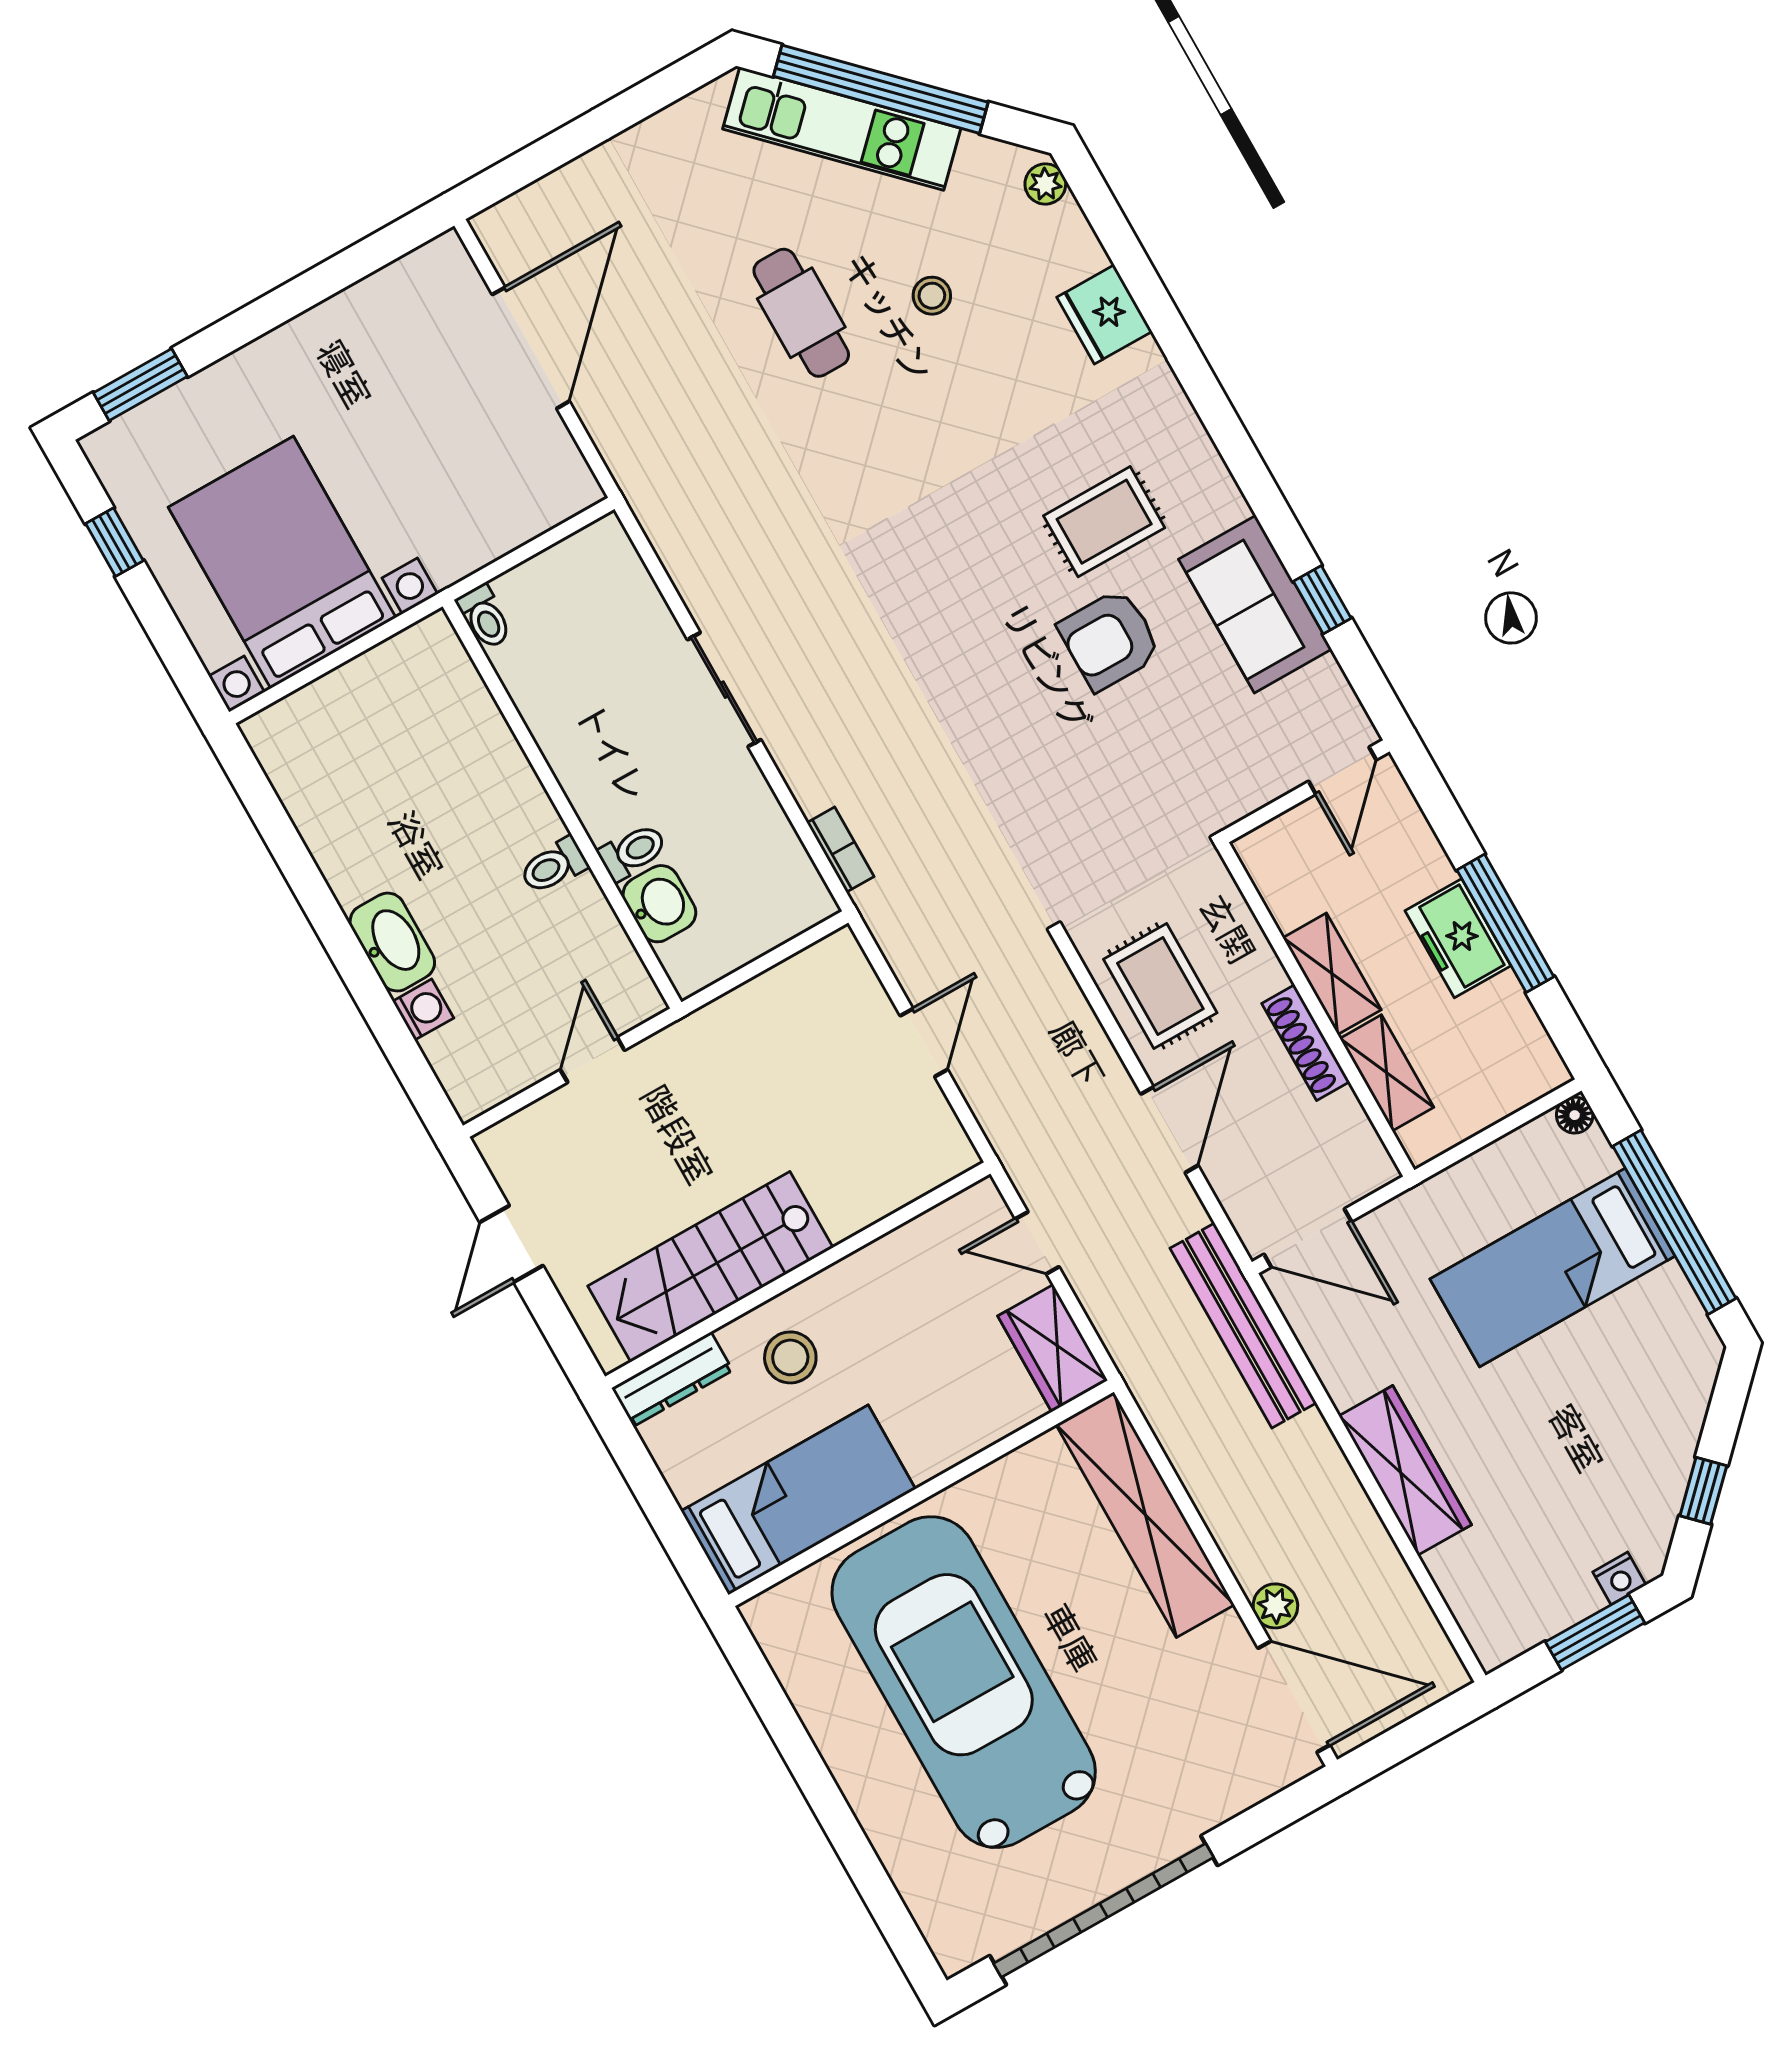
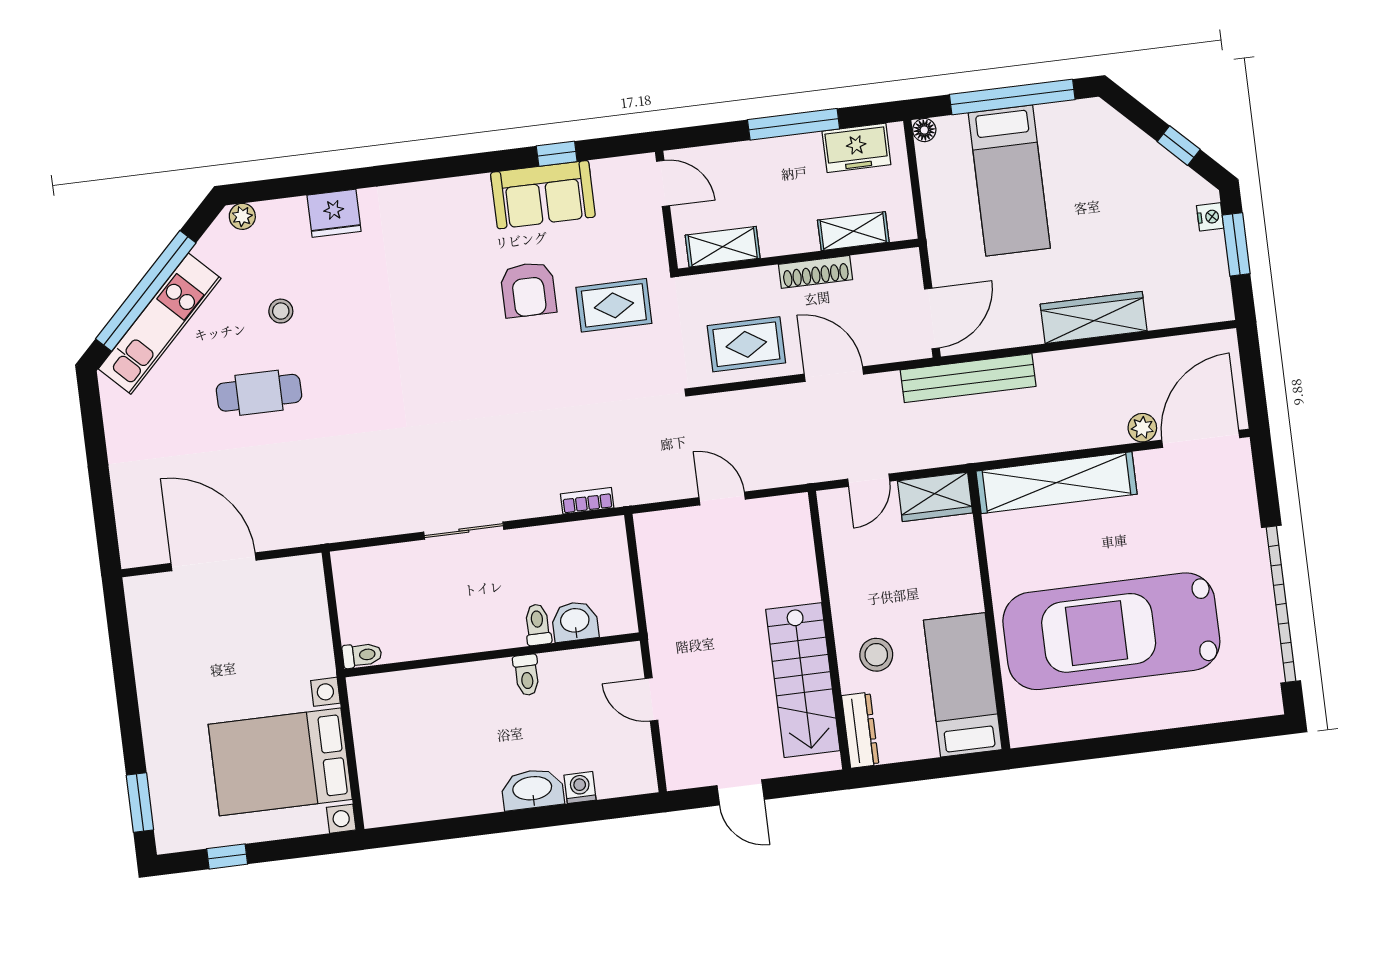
rug: (1104, 522) -> (614, 305), moved, turned 90
freezer: (1458, 938) -> (856, 148), moved
shelving: (1332, 974) -> (723, 247), moved

